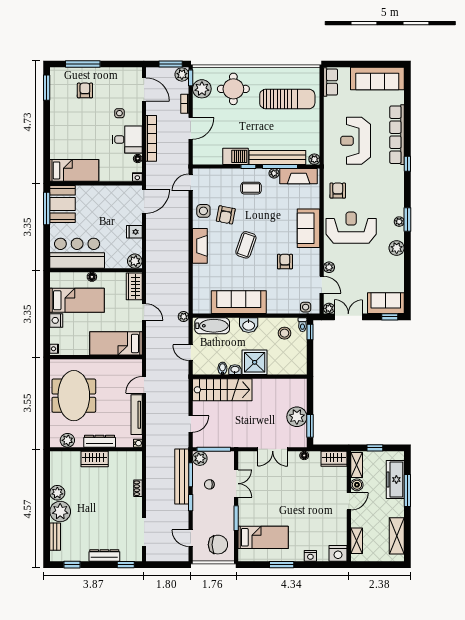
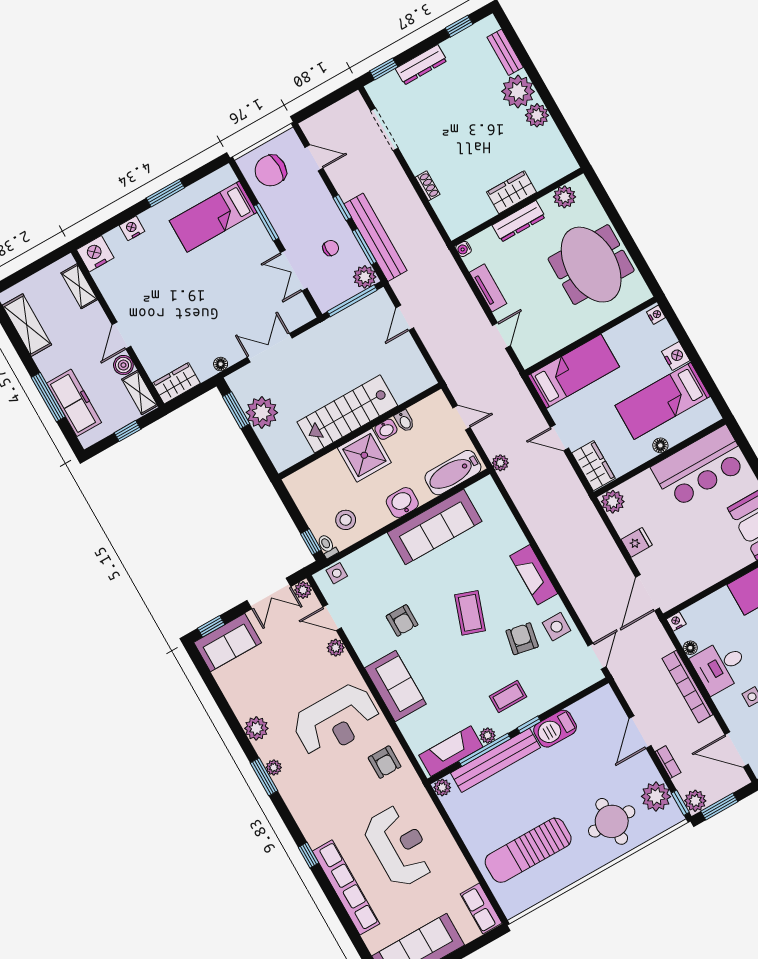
stairs: (222, 390) -> (347, 414), moved
tv unit: (137, 415) -> (488, 288), width x0.71

